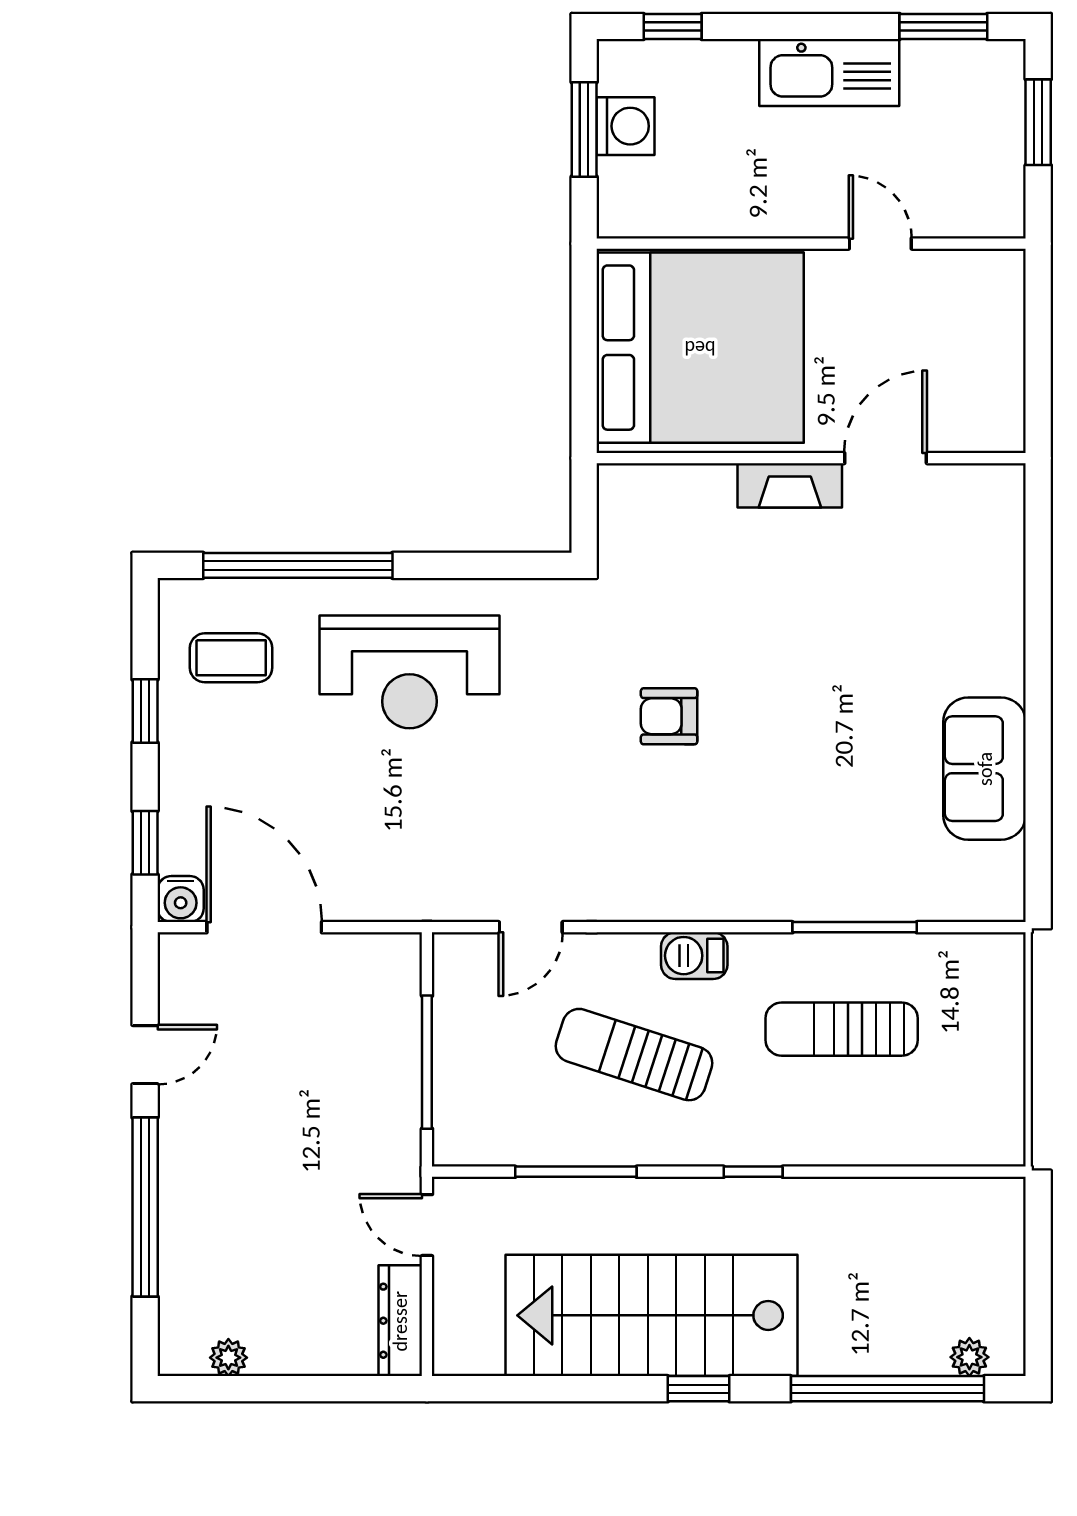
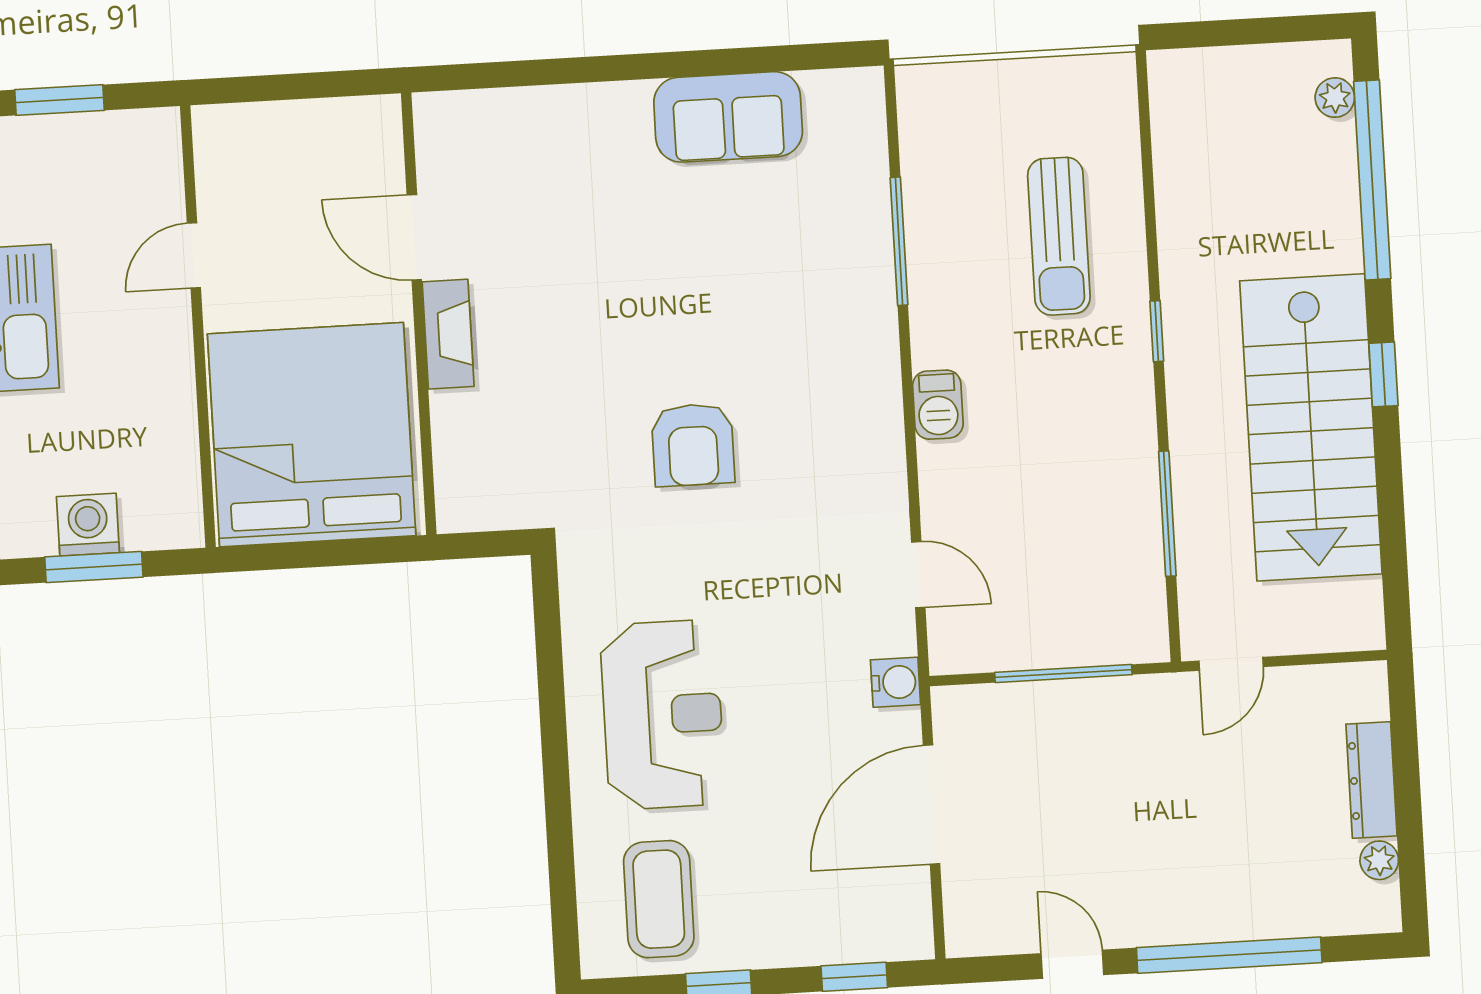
window: (298, 565) -> (560, 836), removed
coffee table: (231, 658) -> (659, 899), width x1.36, depth x1.30
armchair: (669, 716) -> (693, 445), width x1.38, depth x1.38
water cooler: (181, 899) -> (895, 682), moved
door: (264, 927) -> (932, 804), moved
sun lounger: (842, 1029) -> (1059, 236), moved
sun lounger: (634, 1055) -> (1043, 461), removed
dresser: (400, 1321) -> (1371, 780), moved, turned 90

